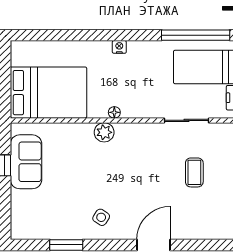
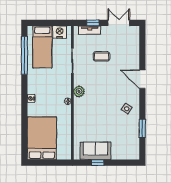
bed: (48, 93) -> (42, 138), moved
plant: (104, 132) -> (79, 91), moved

